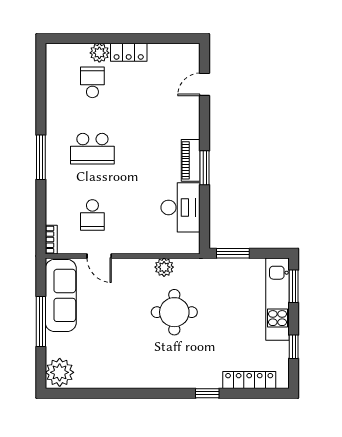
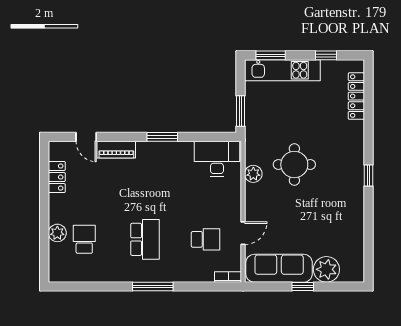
locker: (129, 52) -> (57, 177), moved
school desk: (92, 82) -> (84, 239), turned 90
piano: (191, 160) -> (116, 150), moved
desk: (181, 207) -> (217, 159), moved
window: (41, 321) -> (303, 287), width x0.46
plant: (60, 372) -> (326, 269), moved
window: (207, 393) -> (369, 175), moved

